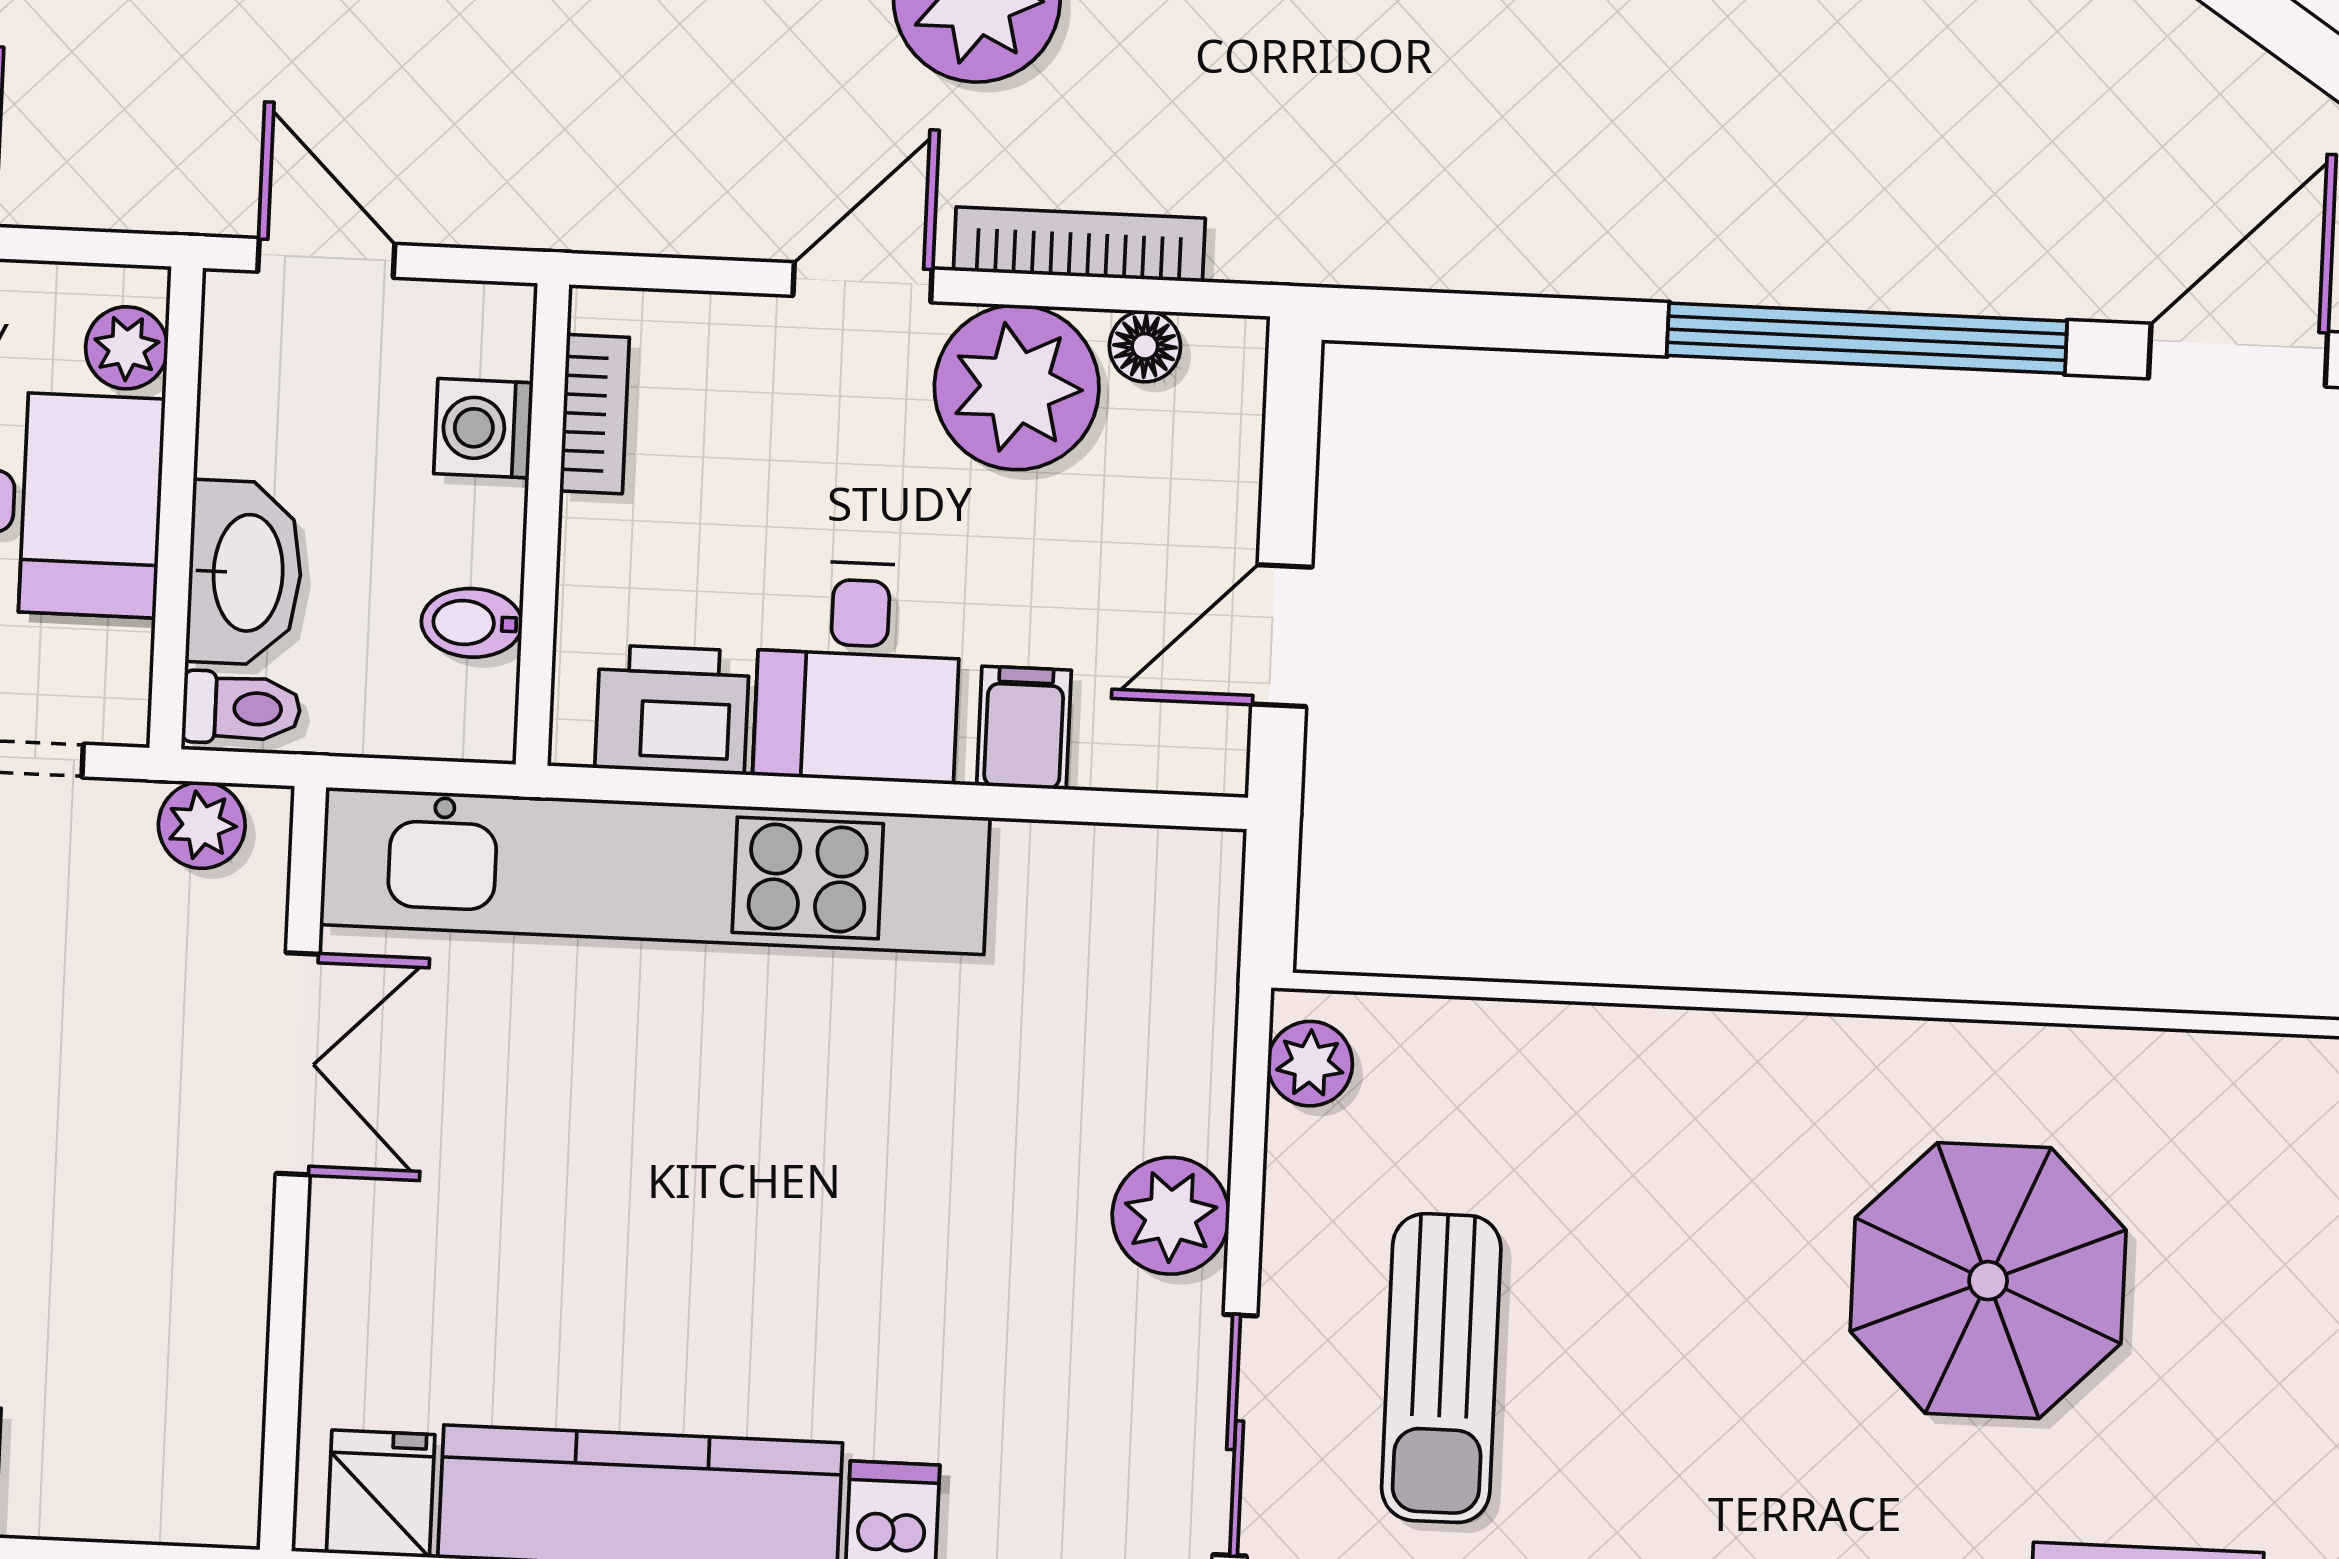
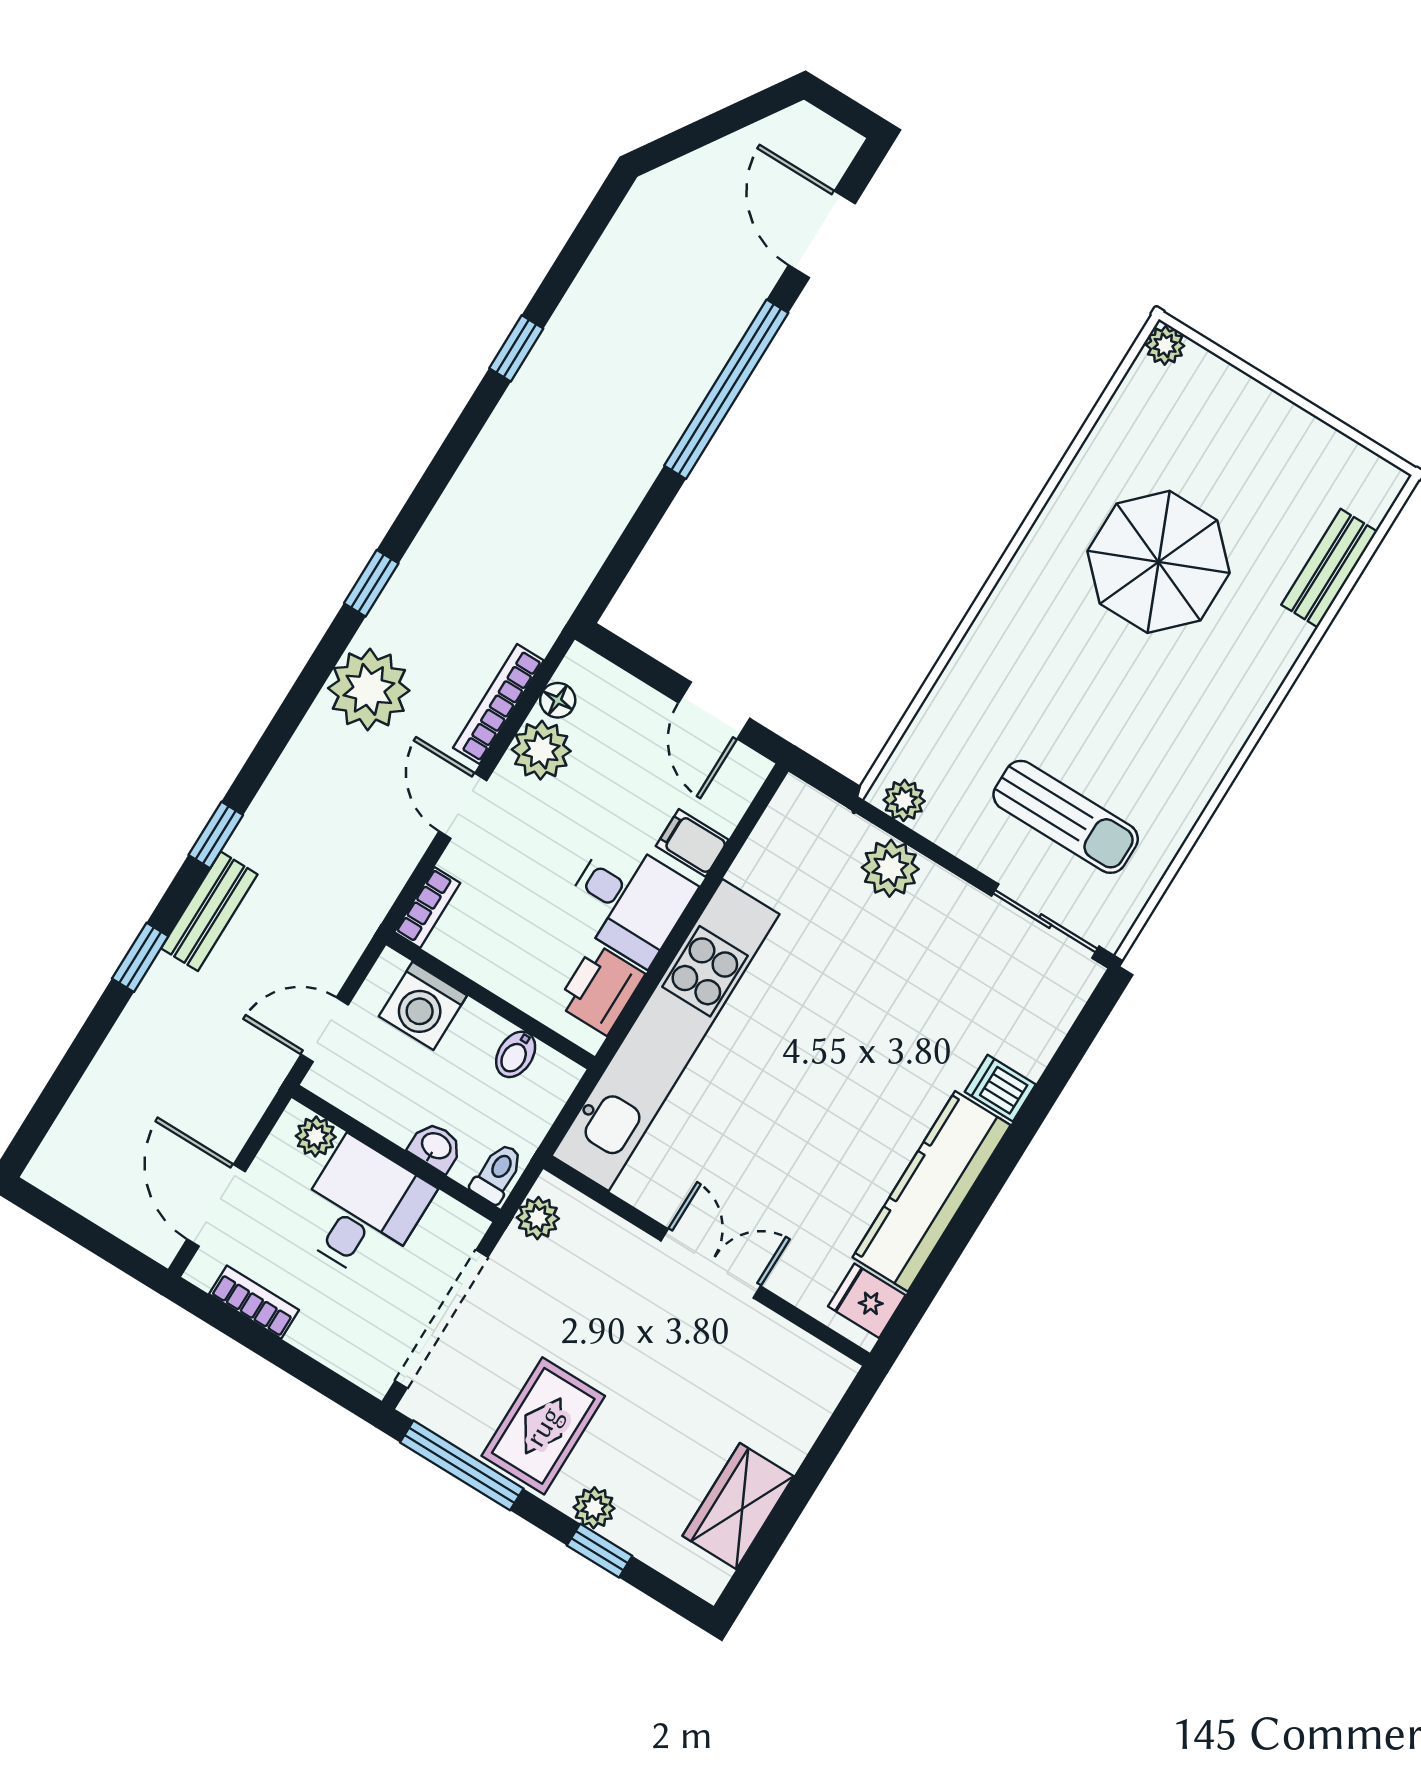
plant: (1017, 387) -> (541, 750), width x0.73, depth x0.73
bookcase: (595, 414) -> (427, 907), moved, turned 90
washing machine: (483, 428) -> (423, 1006), width x1.38, depth x1.38
washbasin: (245, 573) -> (436, 1147), width x0.52, depth x0.69
double door: (298, 1064) -> (711, 1263), moved
plant: (1171, 1216) -> (890, 868), moved

